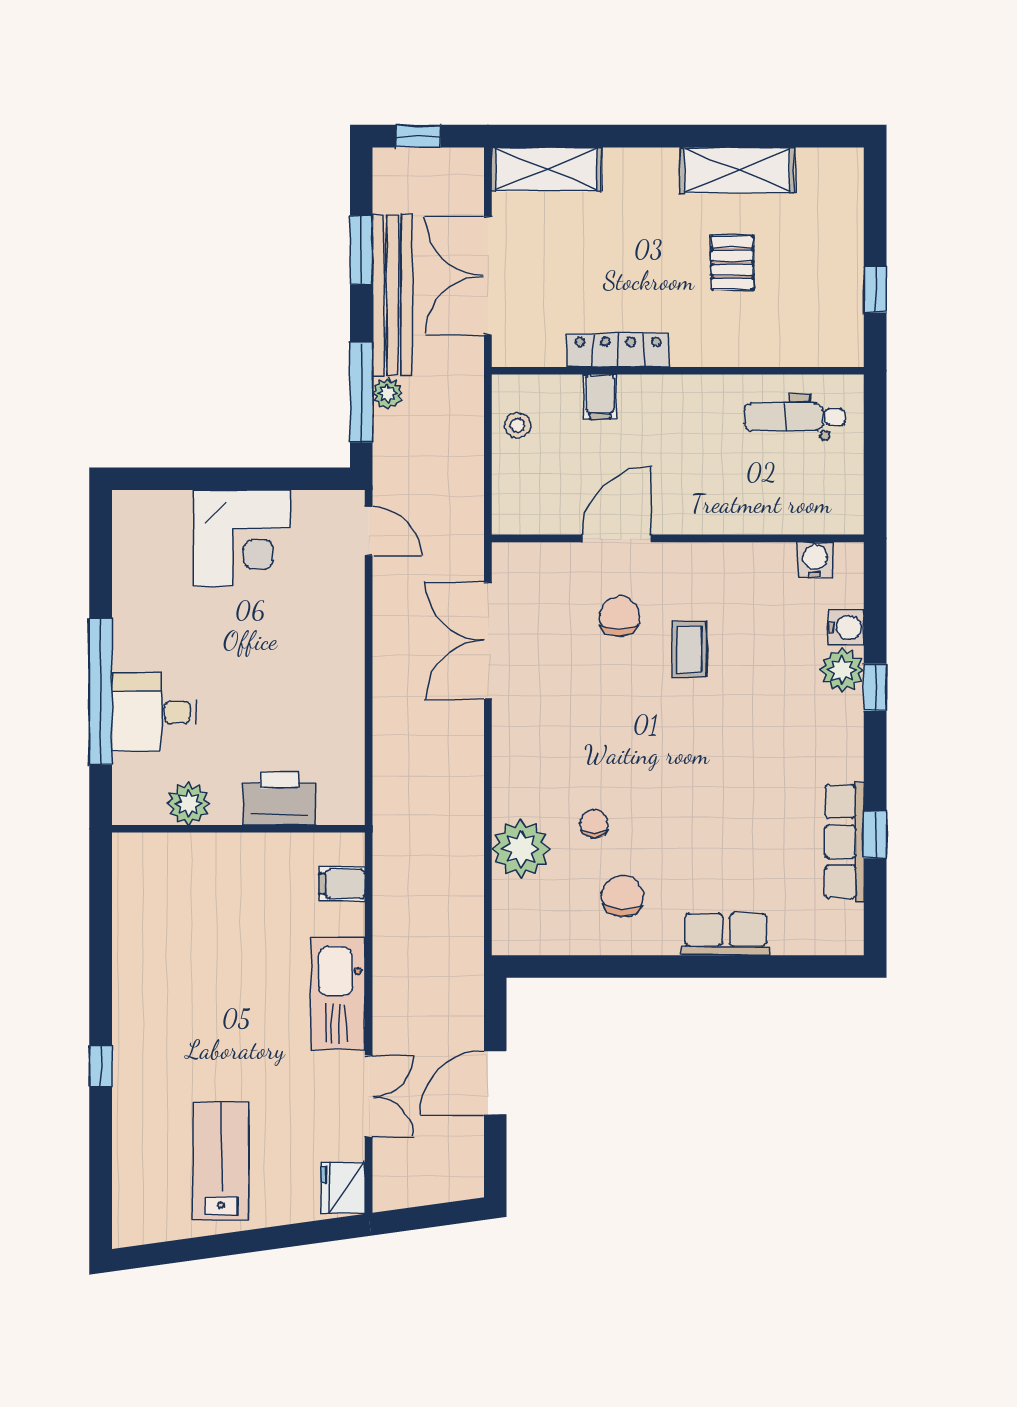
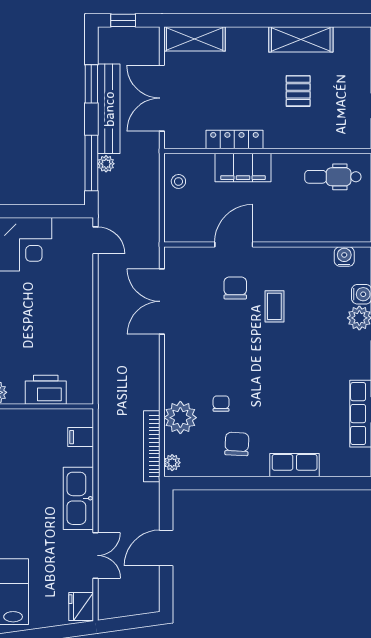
filing cabinet: (600, 397) -> (243, 168), width x3.00, depth x1.17
bookcase: (470, 900) -> (152, 446), added
plant: (506, 930) -> (172, 463), added

